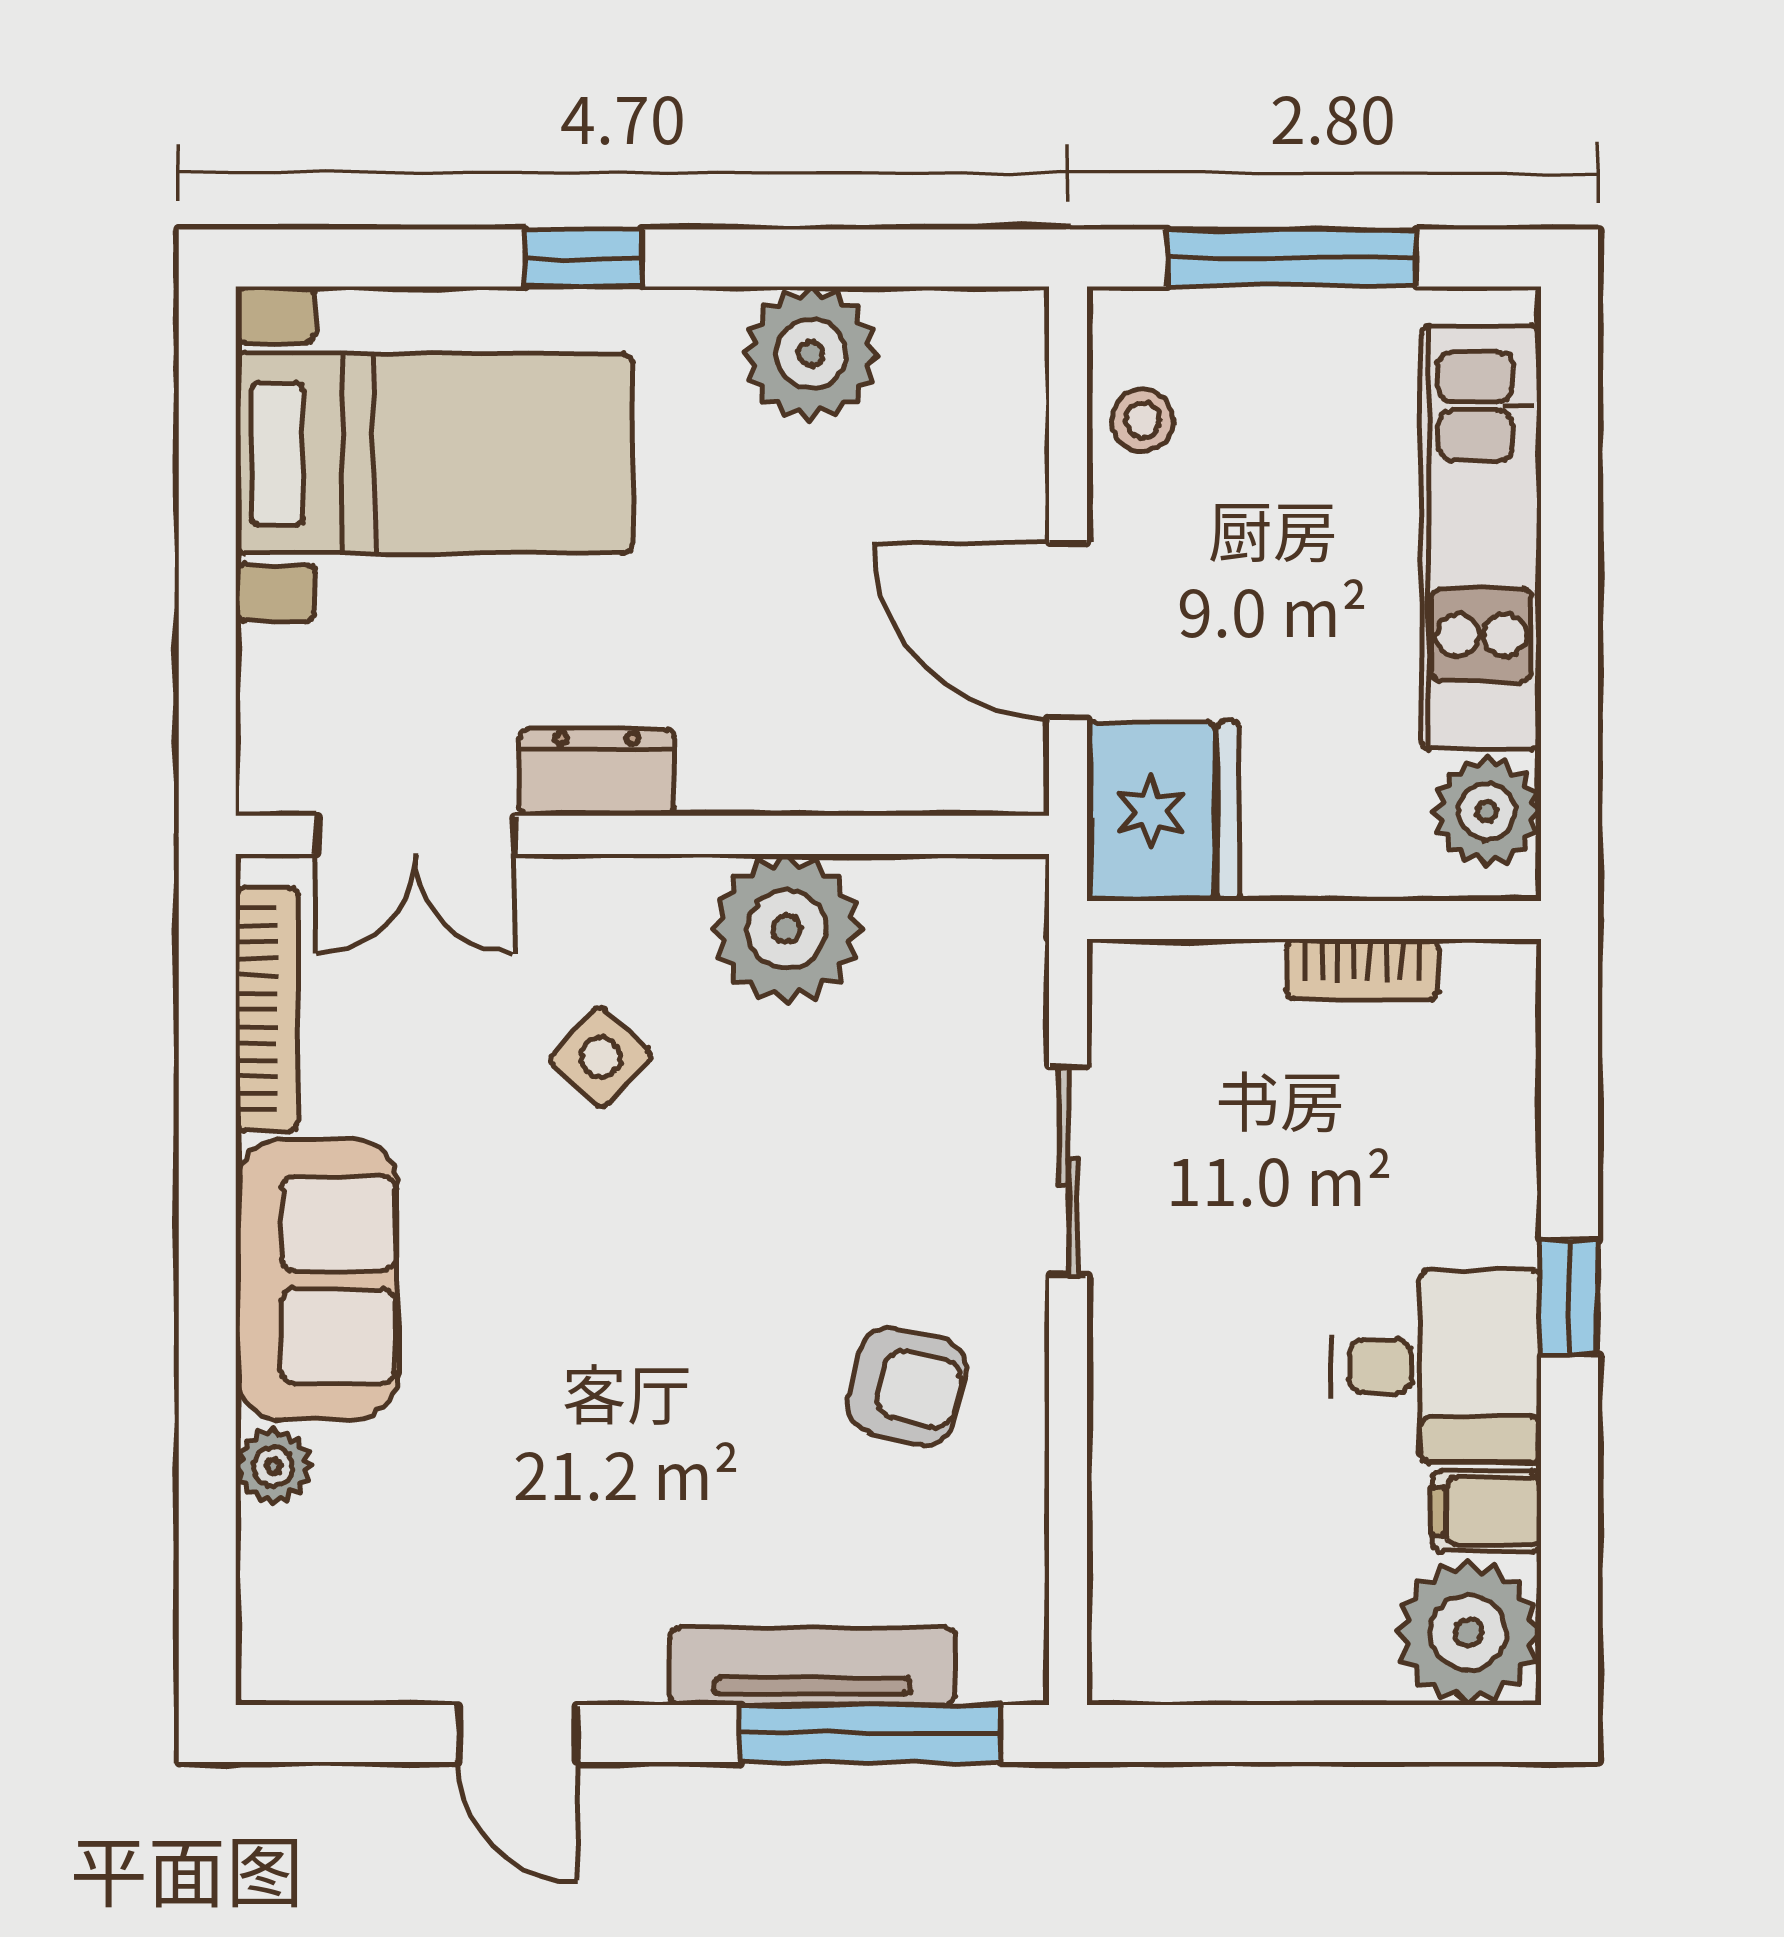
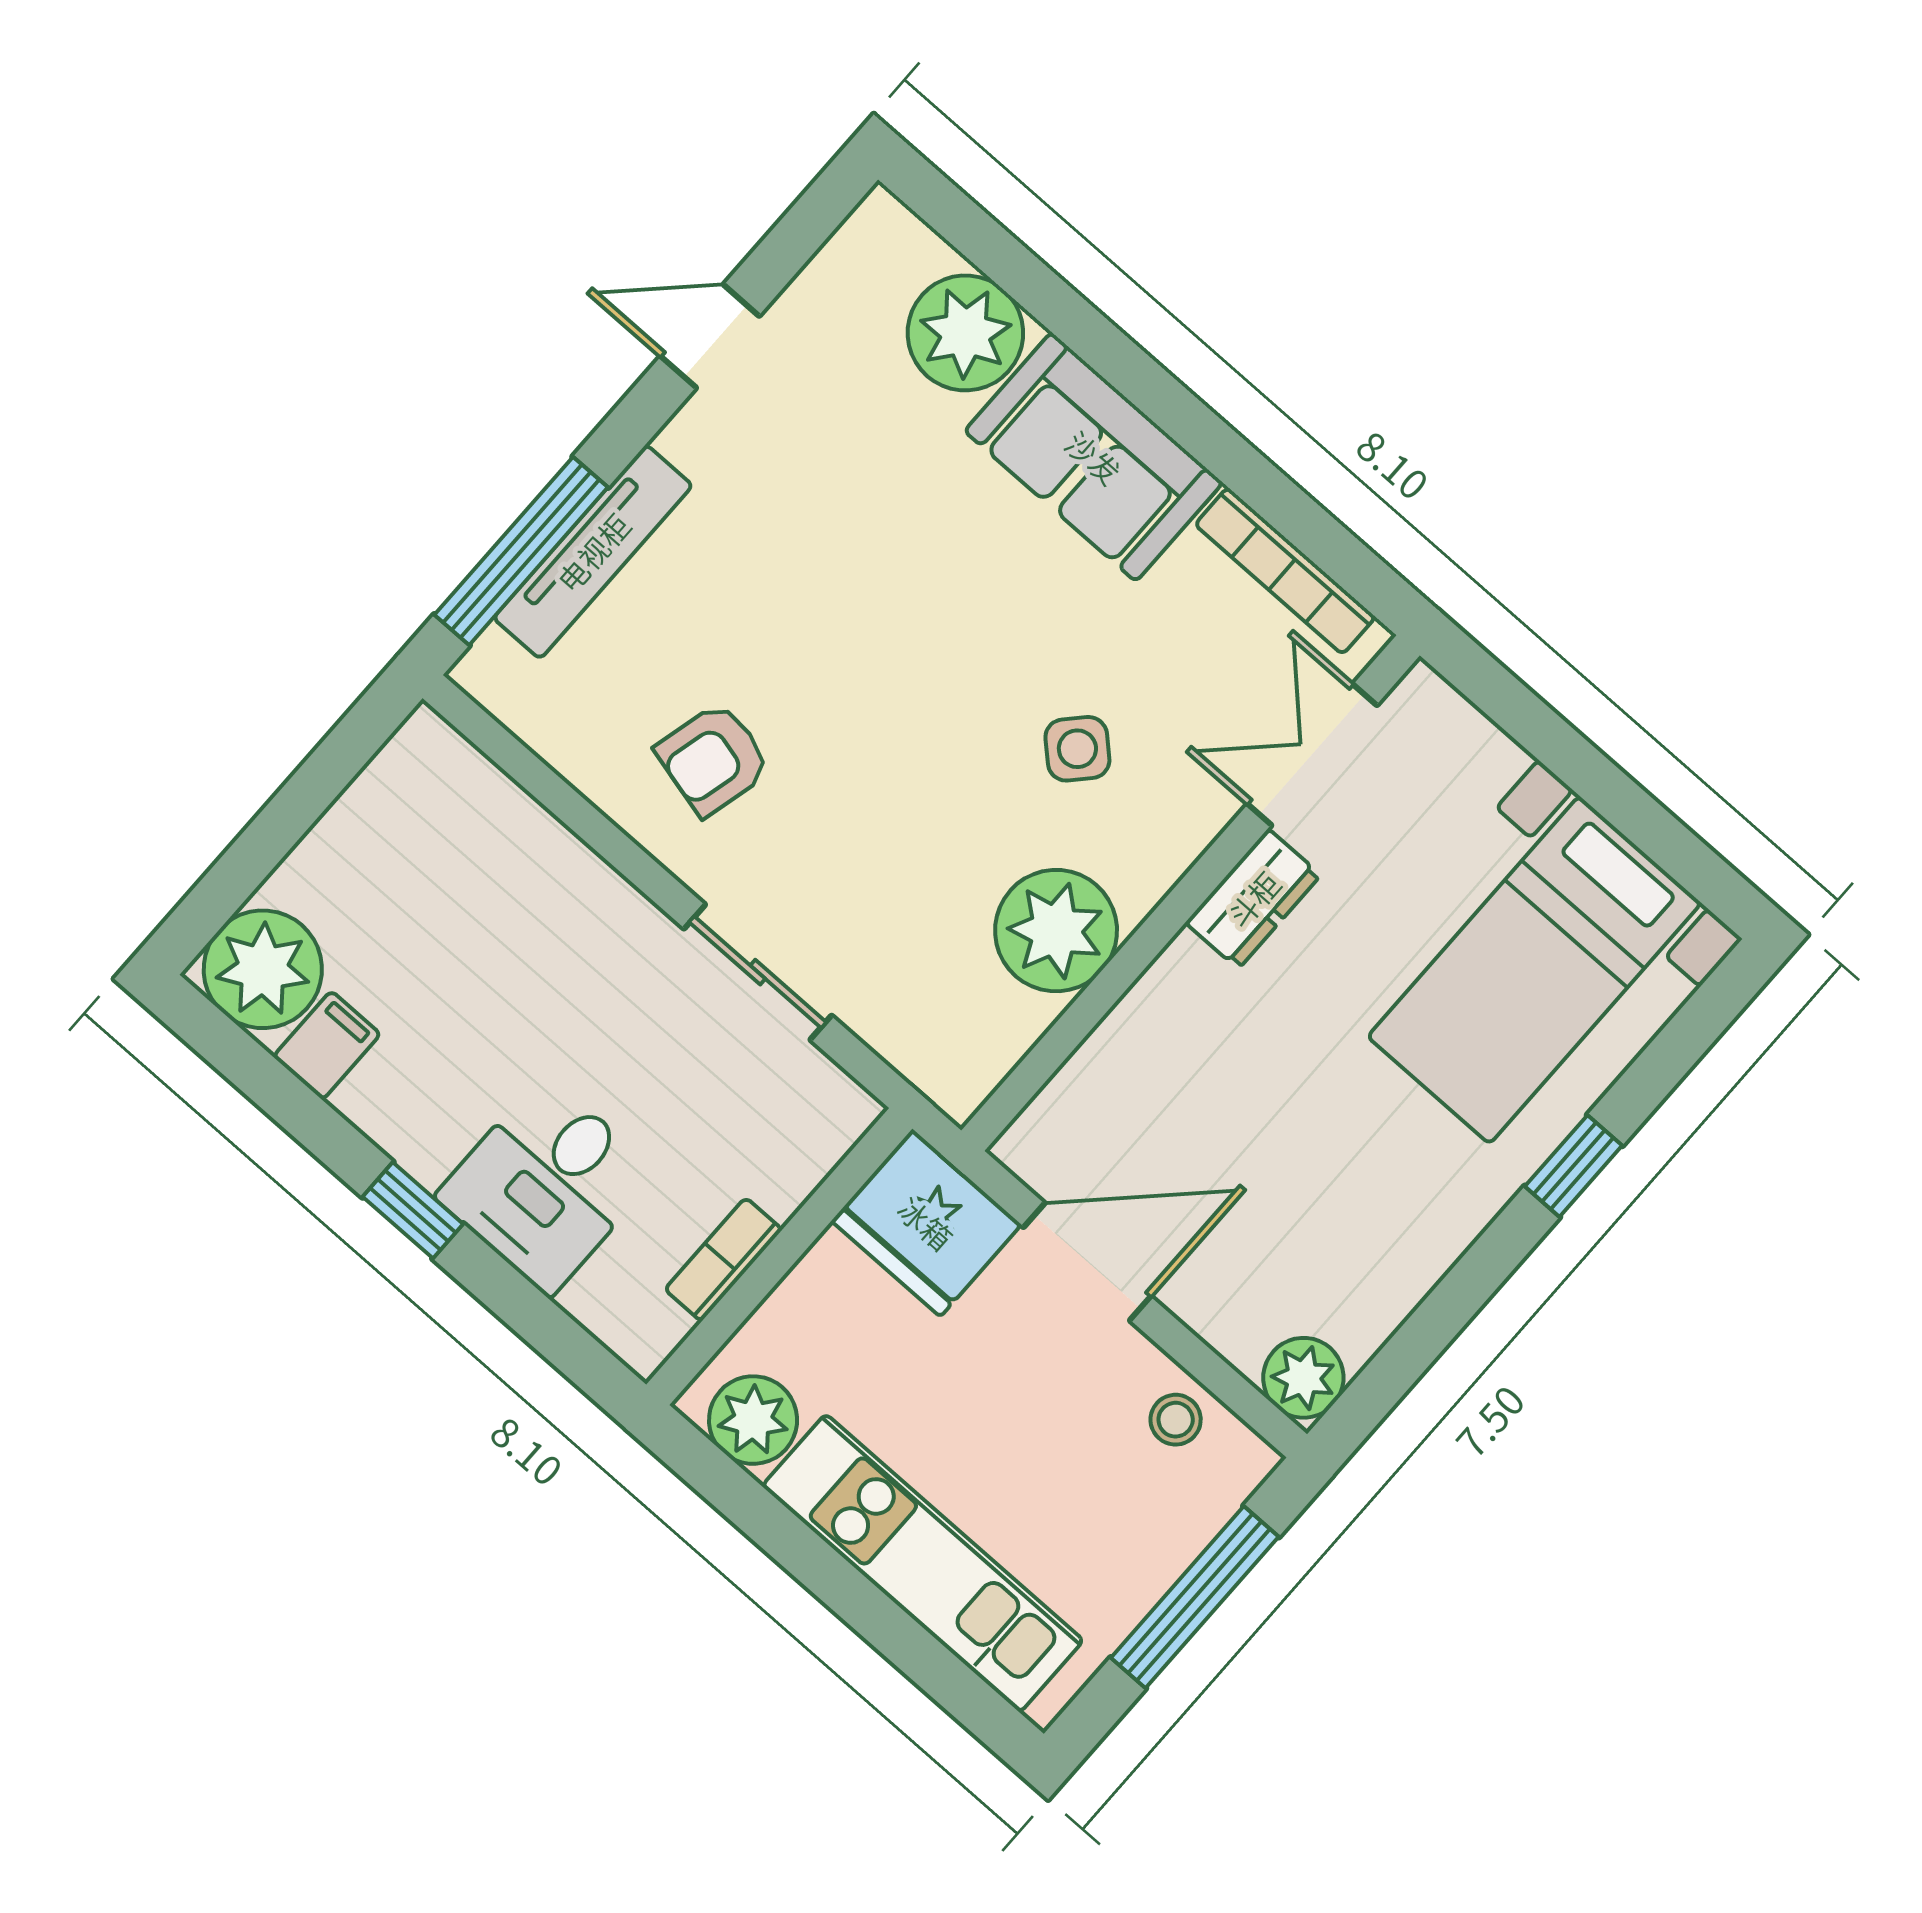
plant: (811, 354) -> (1303, 1378), moved, width x0.73, depth x0.73
desk: (1437, 1366) -> (547, 1185), moved
plant: (274, 1466) -> (965, 333), width x1.87, depth x1.87

